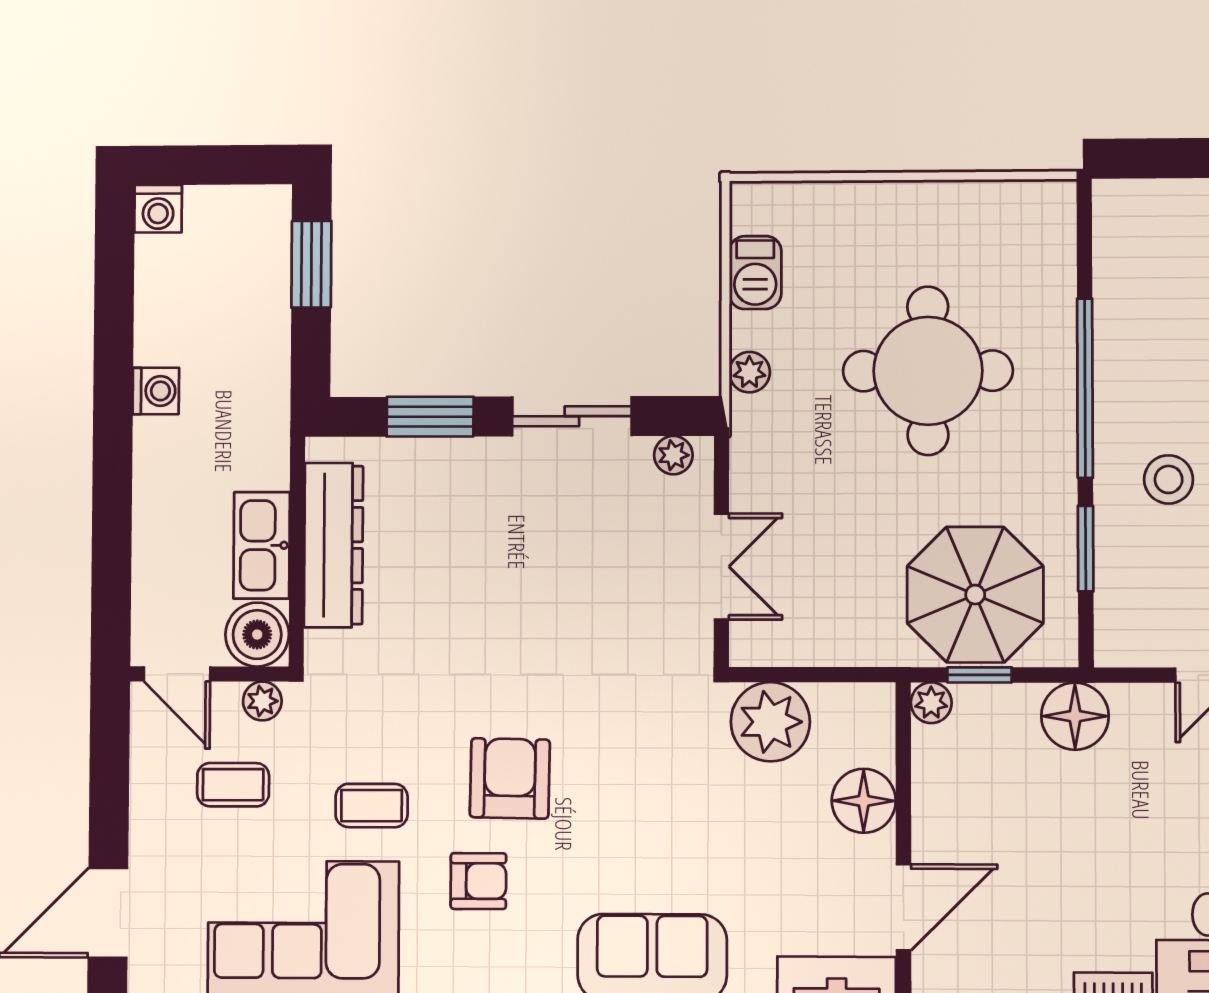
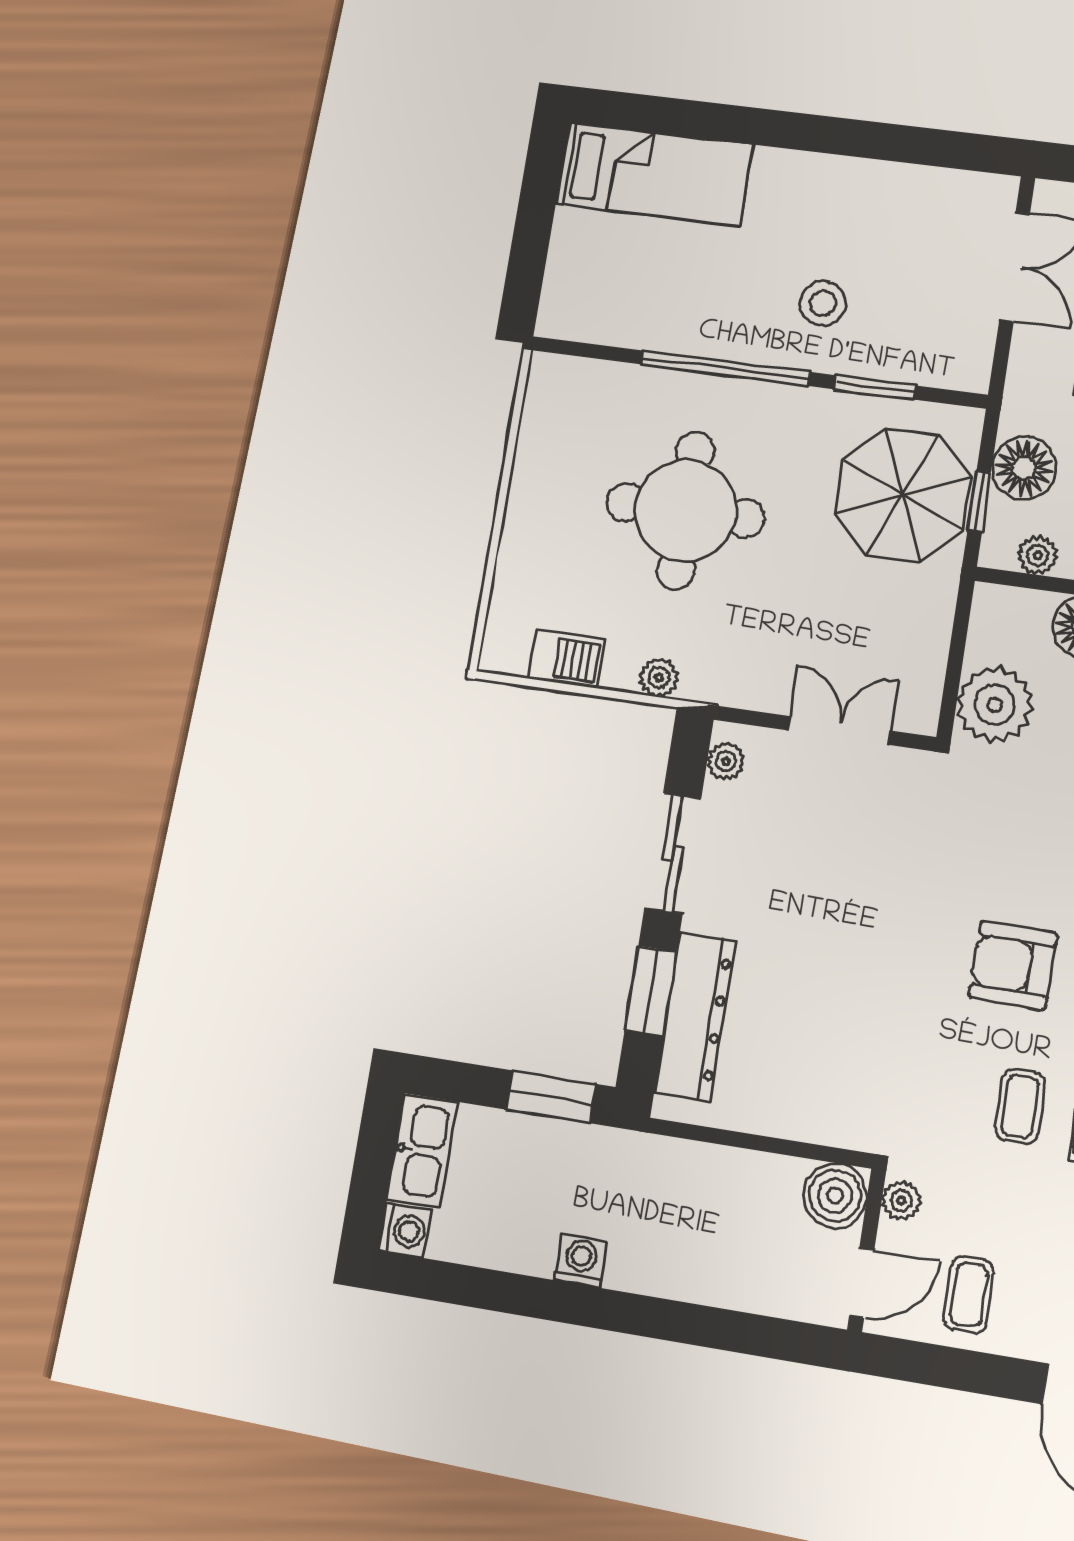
window: (311, 264) -> (551, 1097), moved
kitchen sink: (262, 545) -> (422, 1151), moved, turned -90
dresser: (334, 545) -> (695, 1016), moved, turned 90
plant: (931, 703) -> (1038, 555), moved
floor lamp: (1075, 716) -> (1024, 468), moved
coffee table: (233, 785) -> (969, 1295), moved

